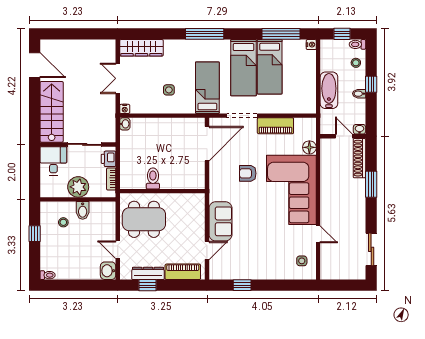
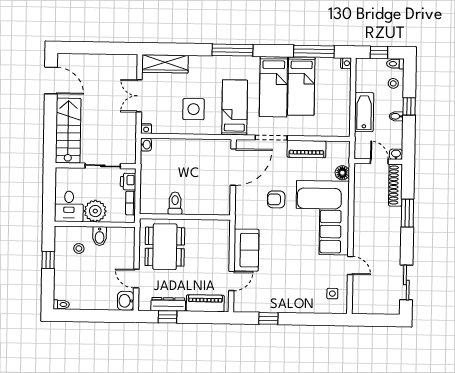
side table: (169, 90) -> (194, 109), width x1.87, depth x1.87
desk: (53, 161) -> (69, 206), moved, turned 180
dining table: (144, 219) -> (165, 247), turned 90

